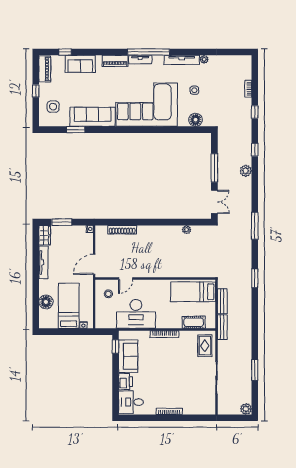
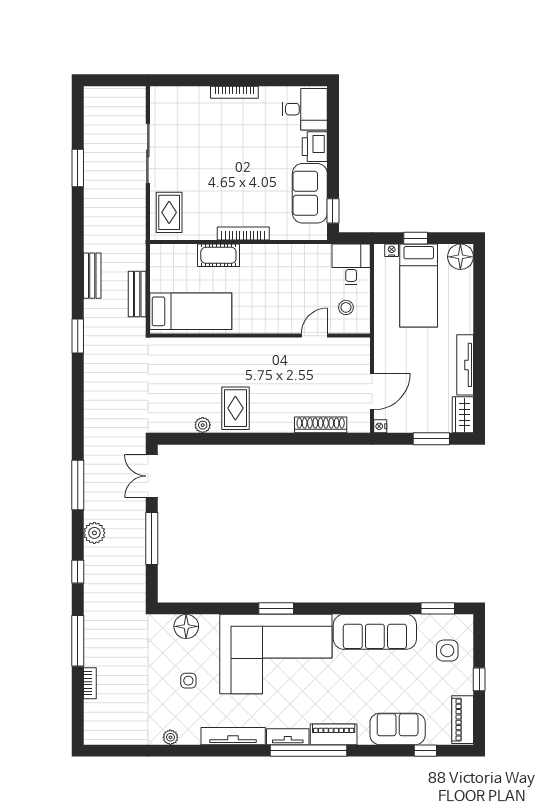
window: (149, 52) -> (308, 751), moved
tv unit: (182, 60) -> (233, 736), moved
window: (255, 112) -> (78, 641), width x2.17
window: (76, 130) -> (438, 608), moved
window: (146, 130) -> (276, 608), added
window: (255, 226) -> (78, 485), moved
rug: (169, 239) -> (235, 408), added
door: (94, 264) -> (372, 392), moved
floor lamp: (46, 302) -> (460, 257), moved
desk: (136, 314) -> (351, 264), moved, width x0.53, depth x0.77
cot: (194, 322) -> (218, 255), moved
bench: (222, 327) -> (92, 276), moved
window: (70, 332) -> (416, 238), added
plant: (246, 409) -> (94, 97), removed

